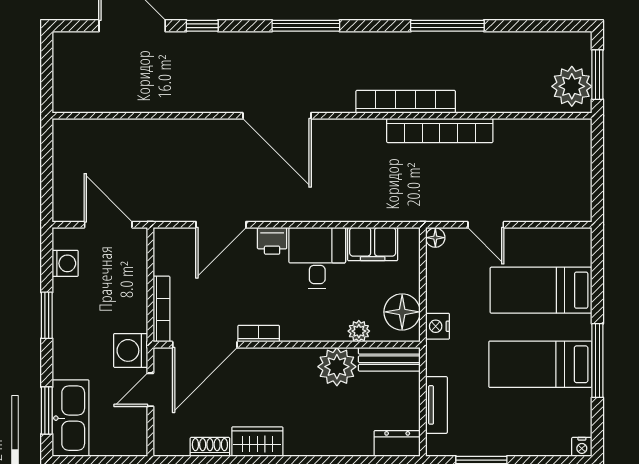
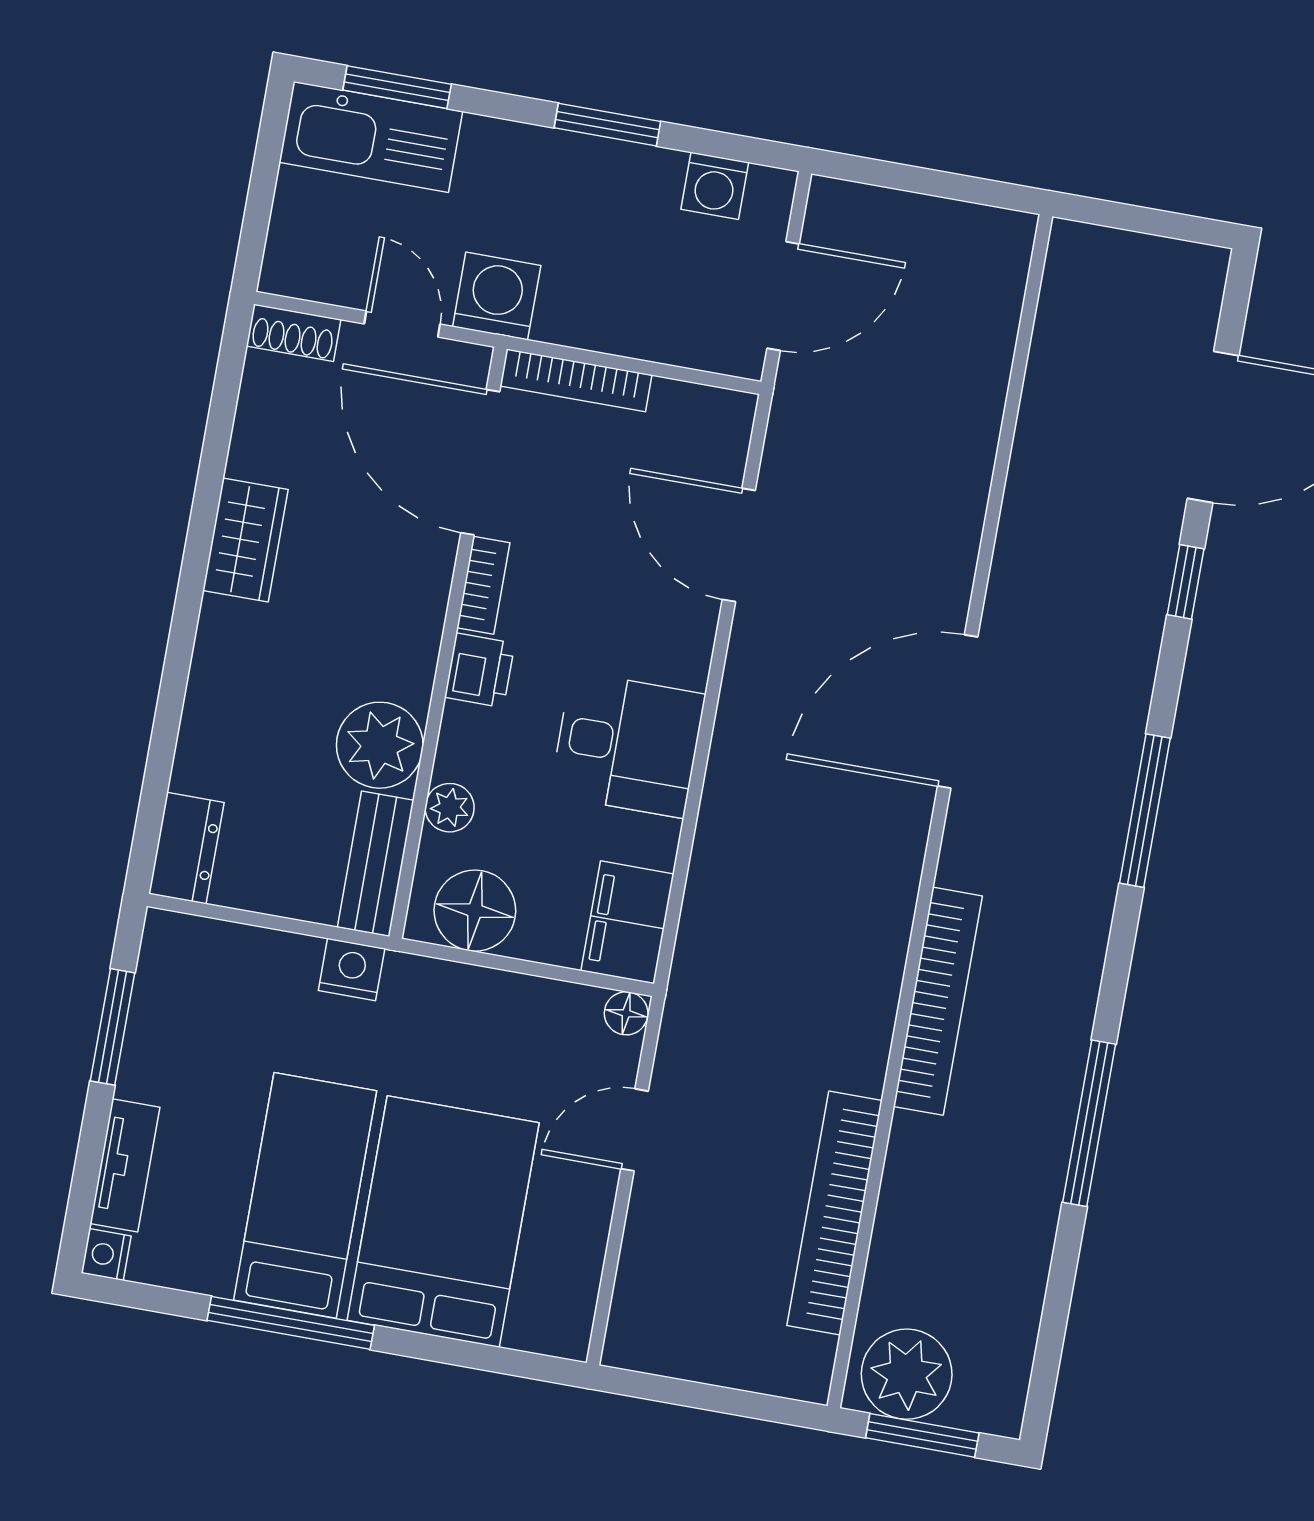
bookcase: (440, 131) -> (835, 1213), moved
printer: (272, 241) -> (480, 670), moved, turned 180
filing cabinet: (373, 244) -> (627, 922), moved
bed: (541, 290) -> (443, 1222), width x1.50
nightstand: (438, 326) -> (352, 969), moved
tv unit: (436, 405) -> (125, 1165), moved, turned -90
shoe rack: (210, 447) -> (294, 333), moved, turned 90

